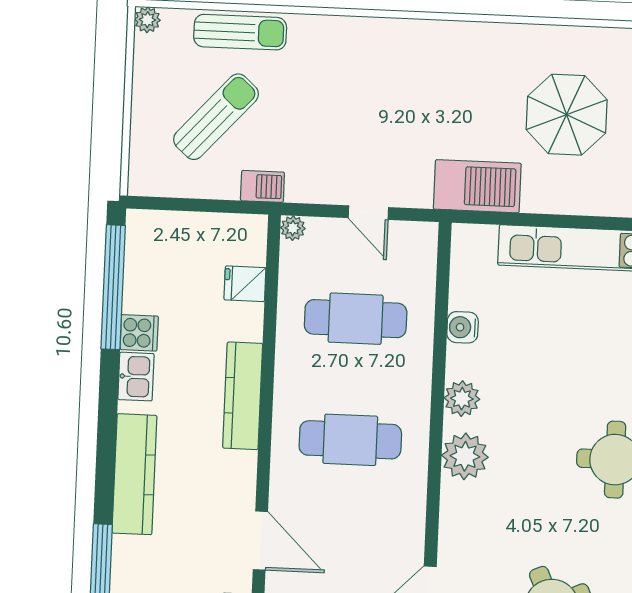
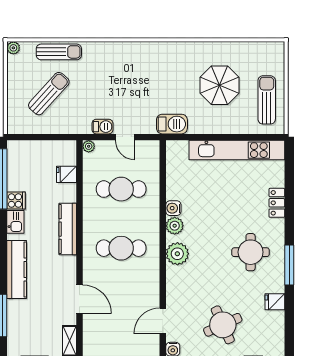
barbecue: (262, 186) -> (102, 127), moved
barbecue: (477, 186) -> (172, 124), width x0.73, depth x0.83
water cooler: (463, 327) -> (173, 208), moved

